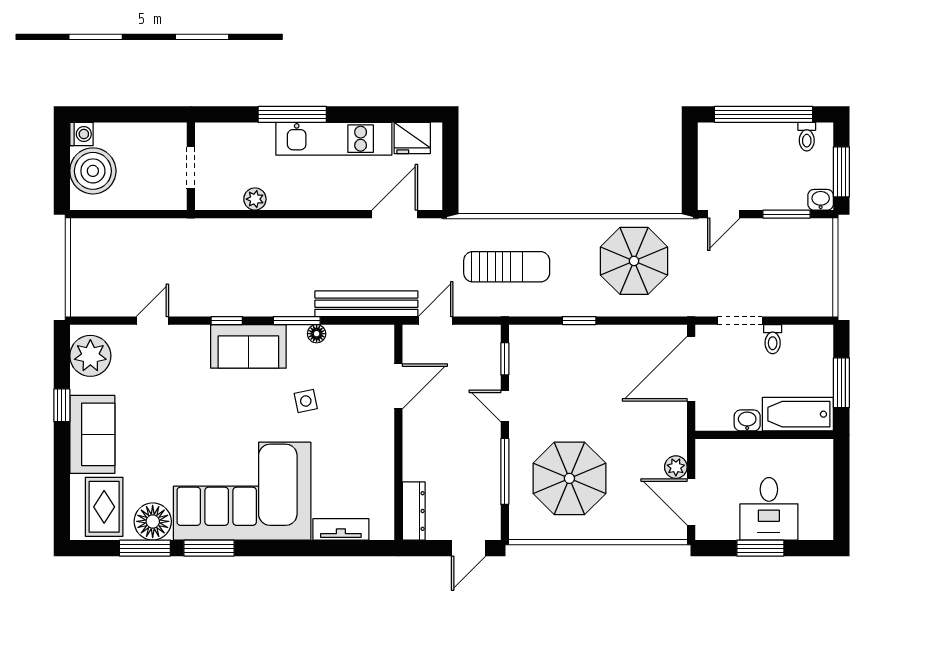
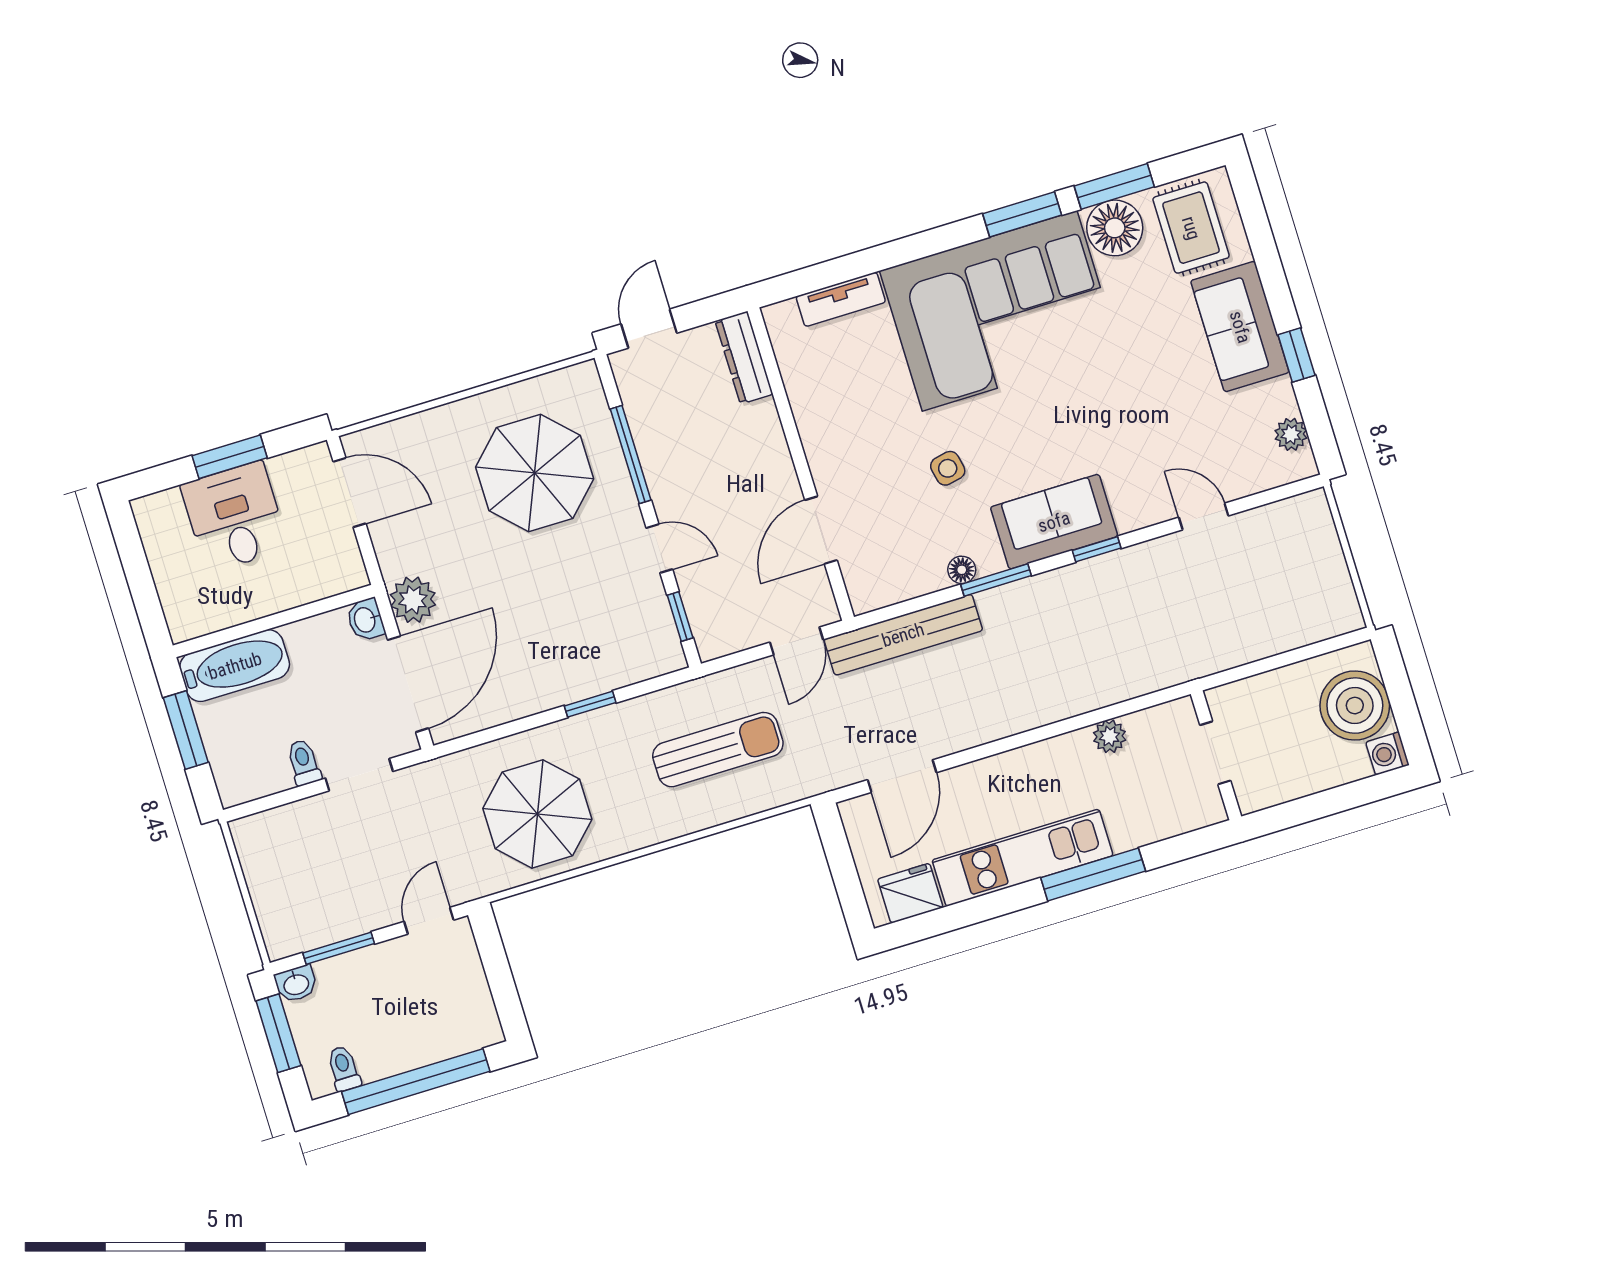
sun lounger: (507, 267) -> (718, 750), turned 180
door: (152, 321) -> (1204, 517), swing flipped
plant: (90, 356) -> (1291, 434), width x0.53, depth x0.53
washbasin: (747, 420) -> (366, 620), moved, turned 90
plant: (676, 467) -> (413, 600), moved, width x1.38, depth x1.38

